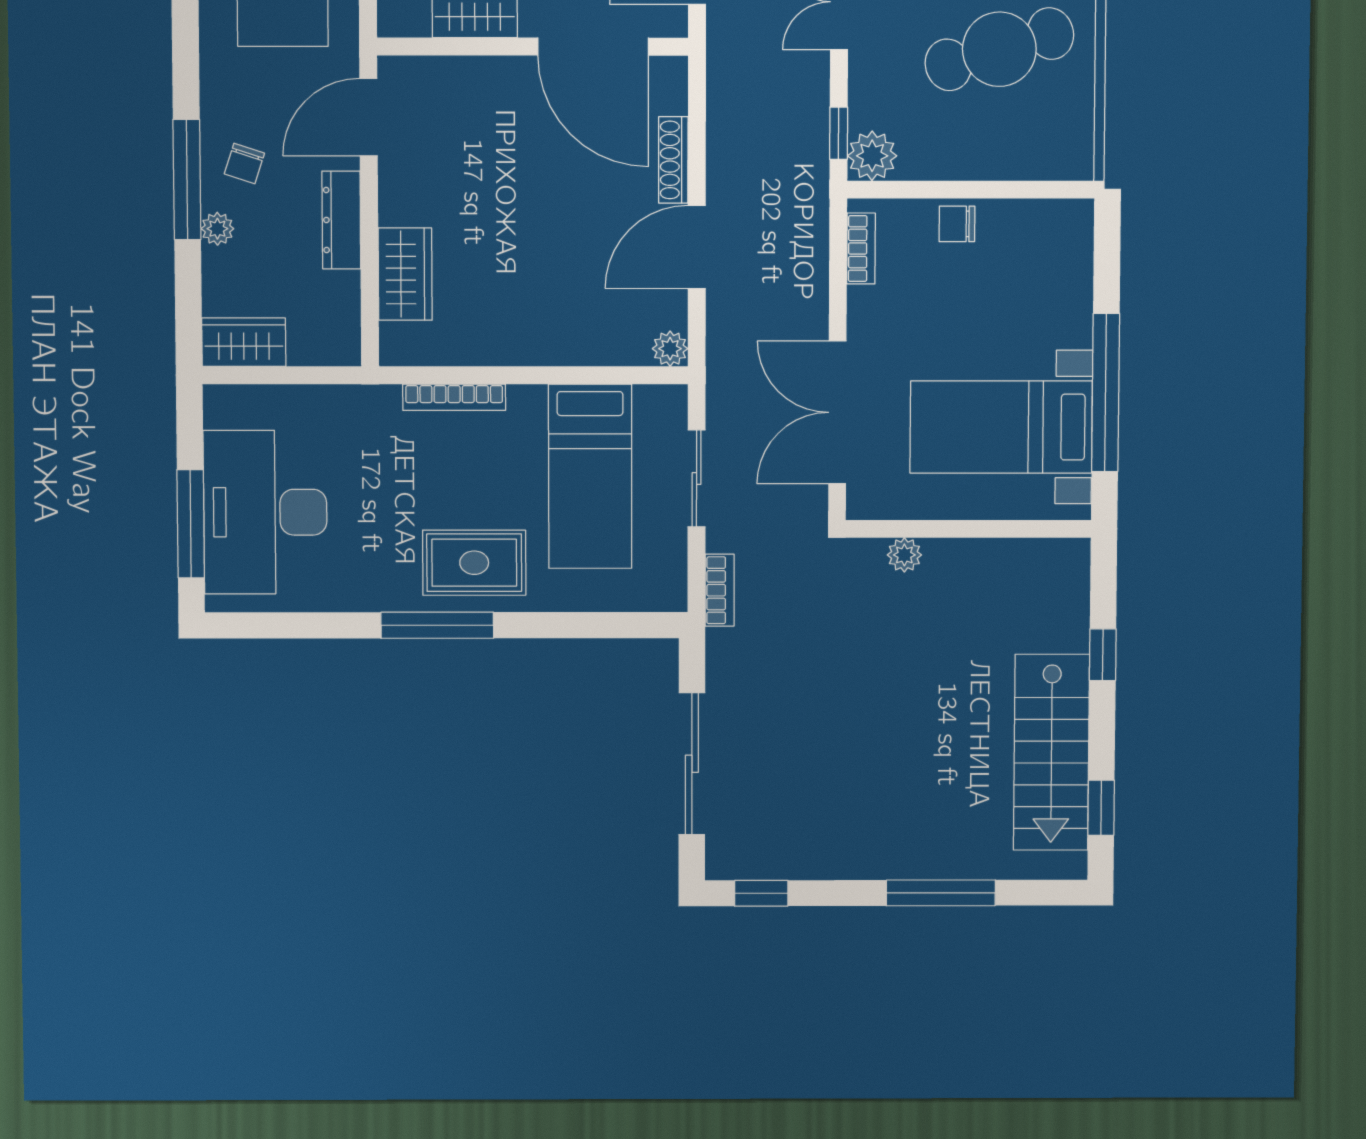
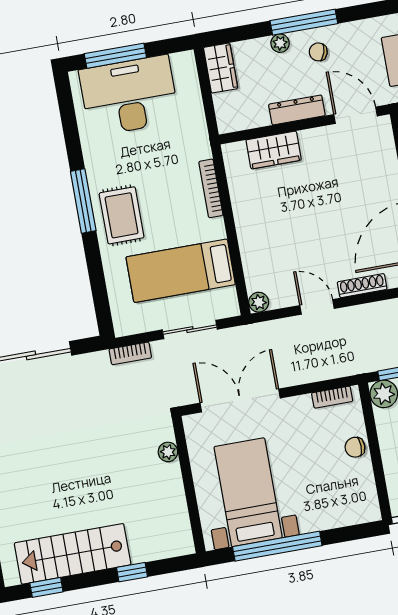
chair: (957, 224) -> (355, 447), turned -90
door: (697, 247) -> (317, 307), width x0.73

